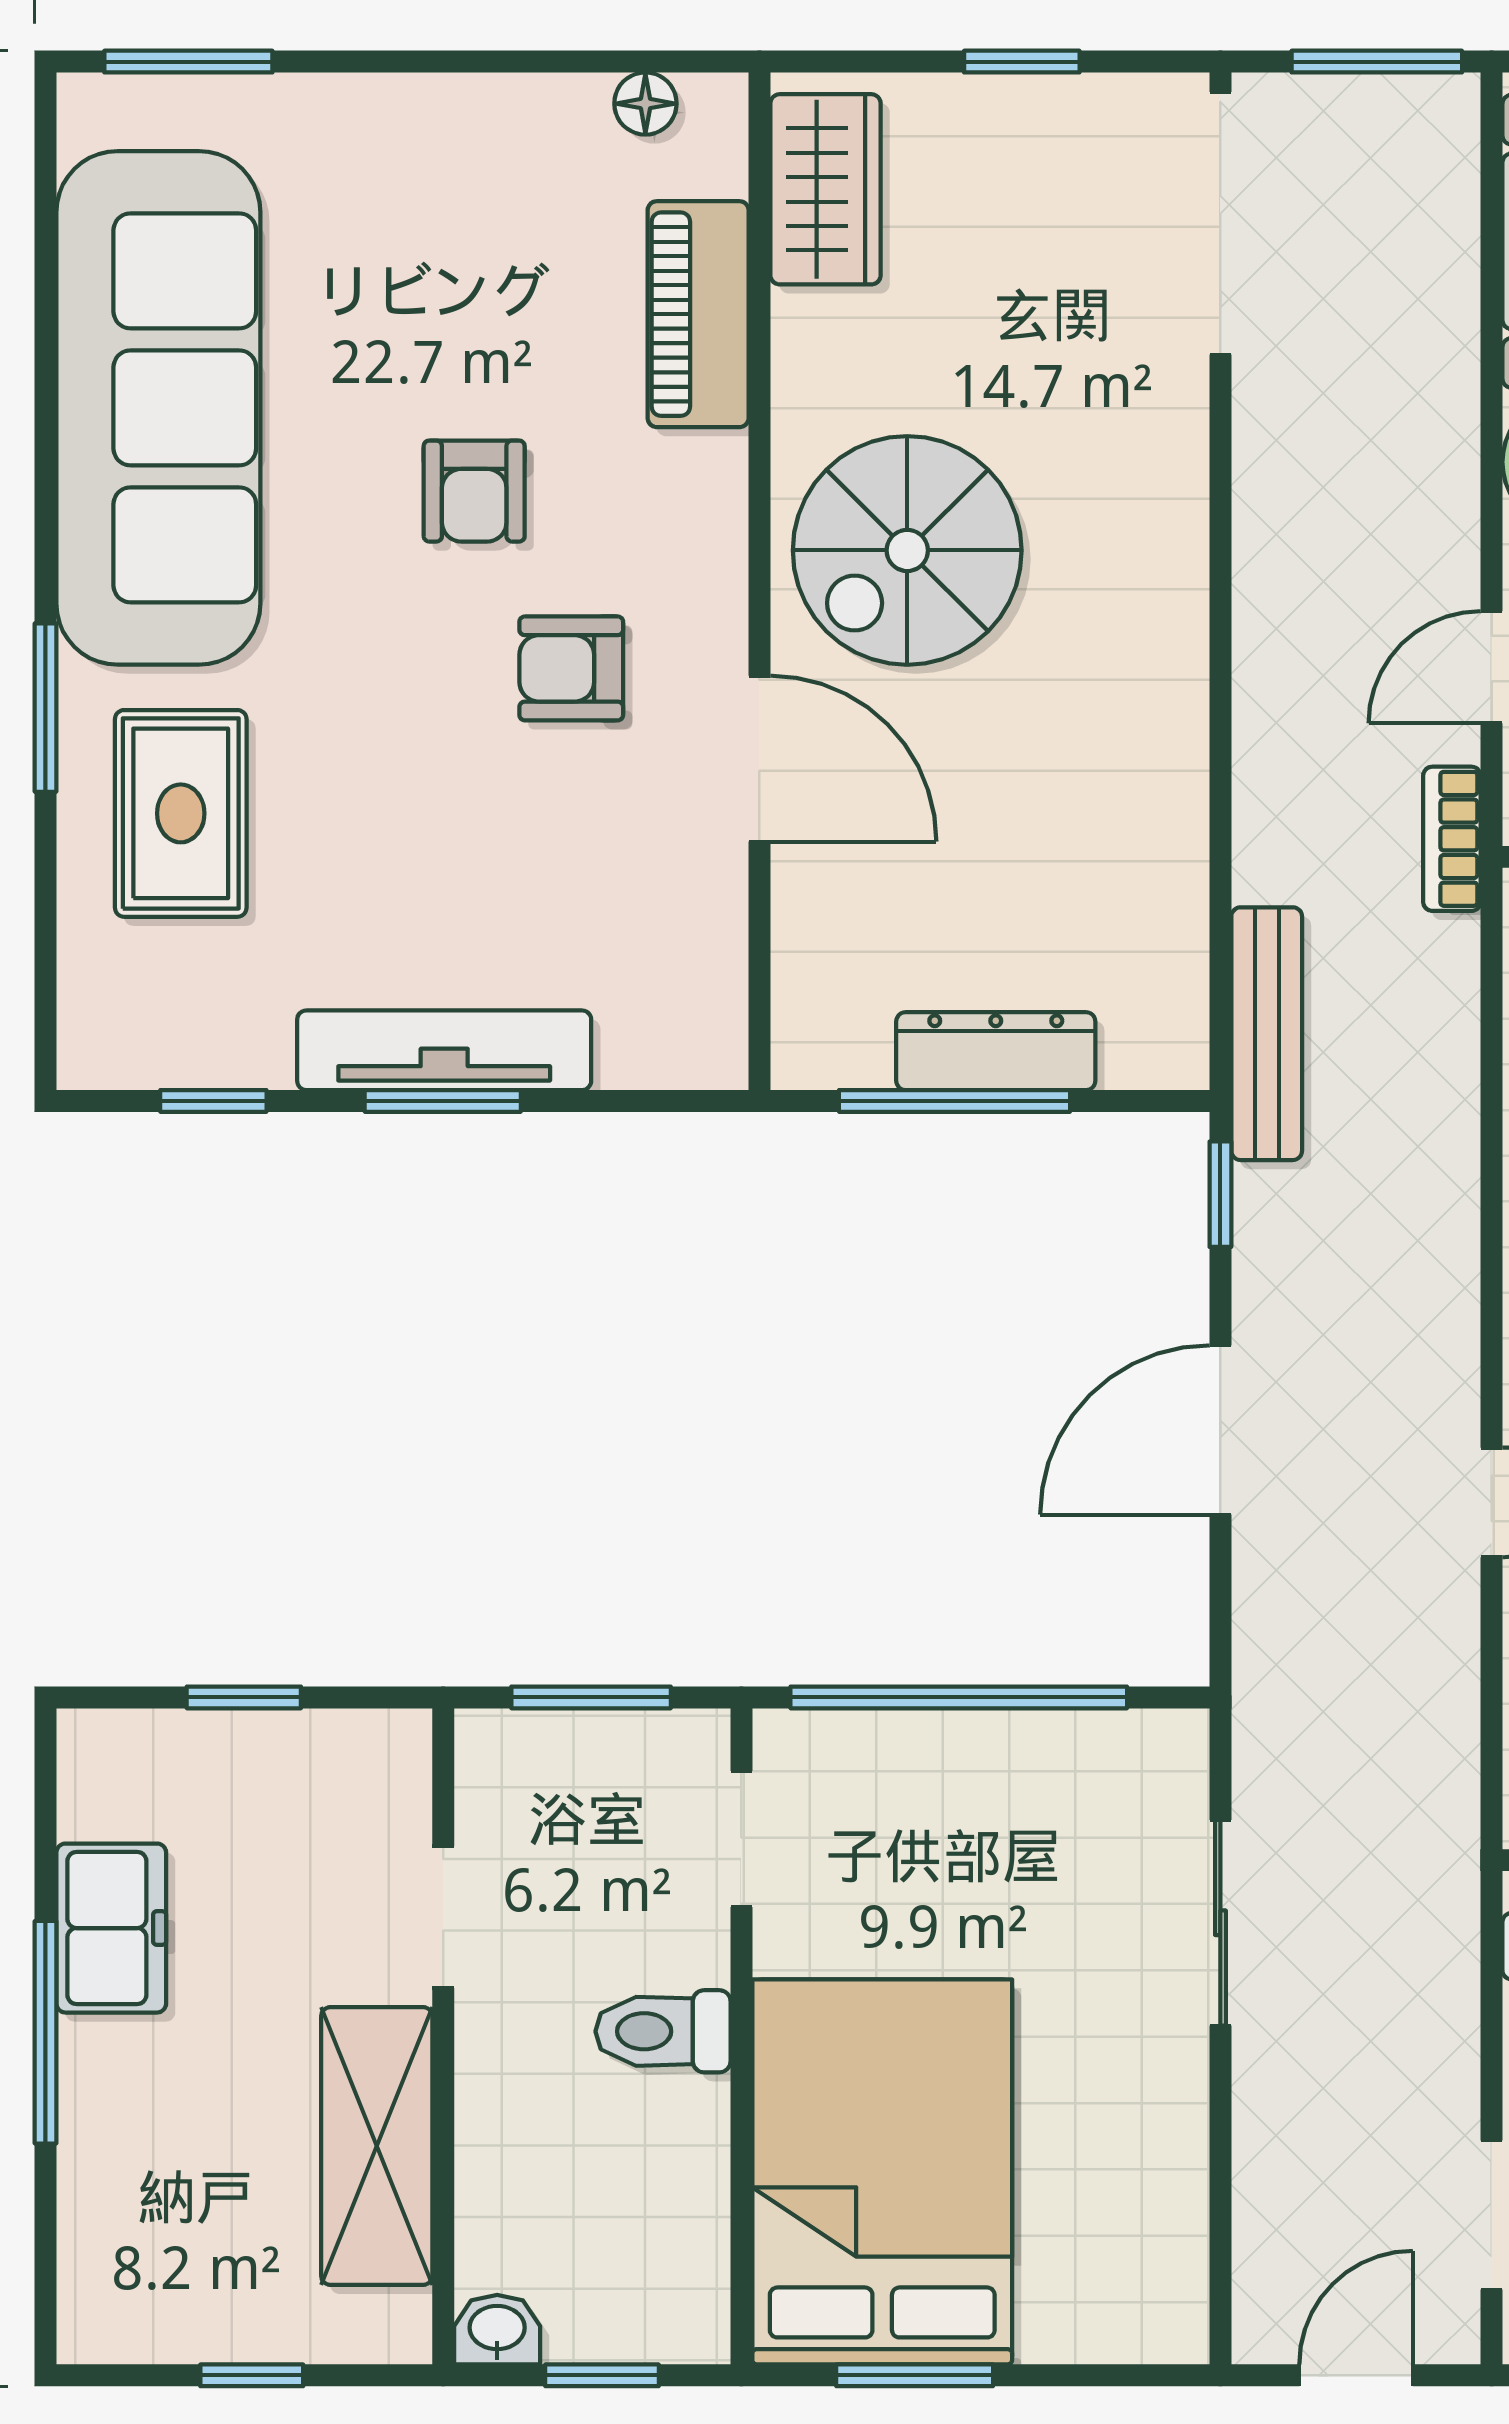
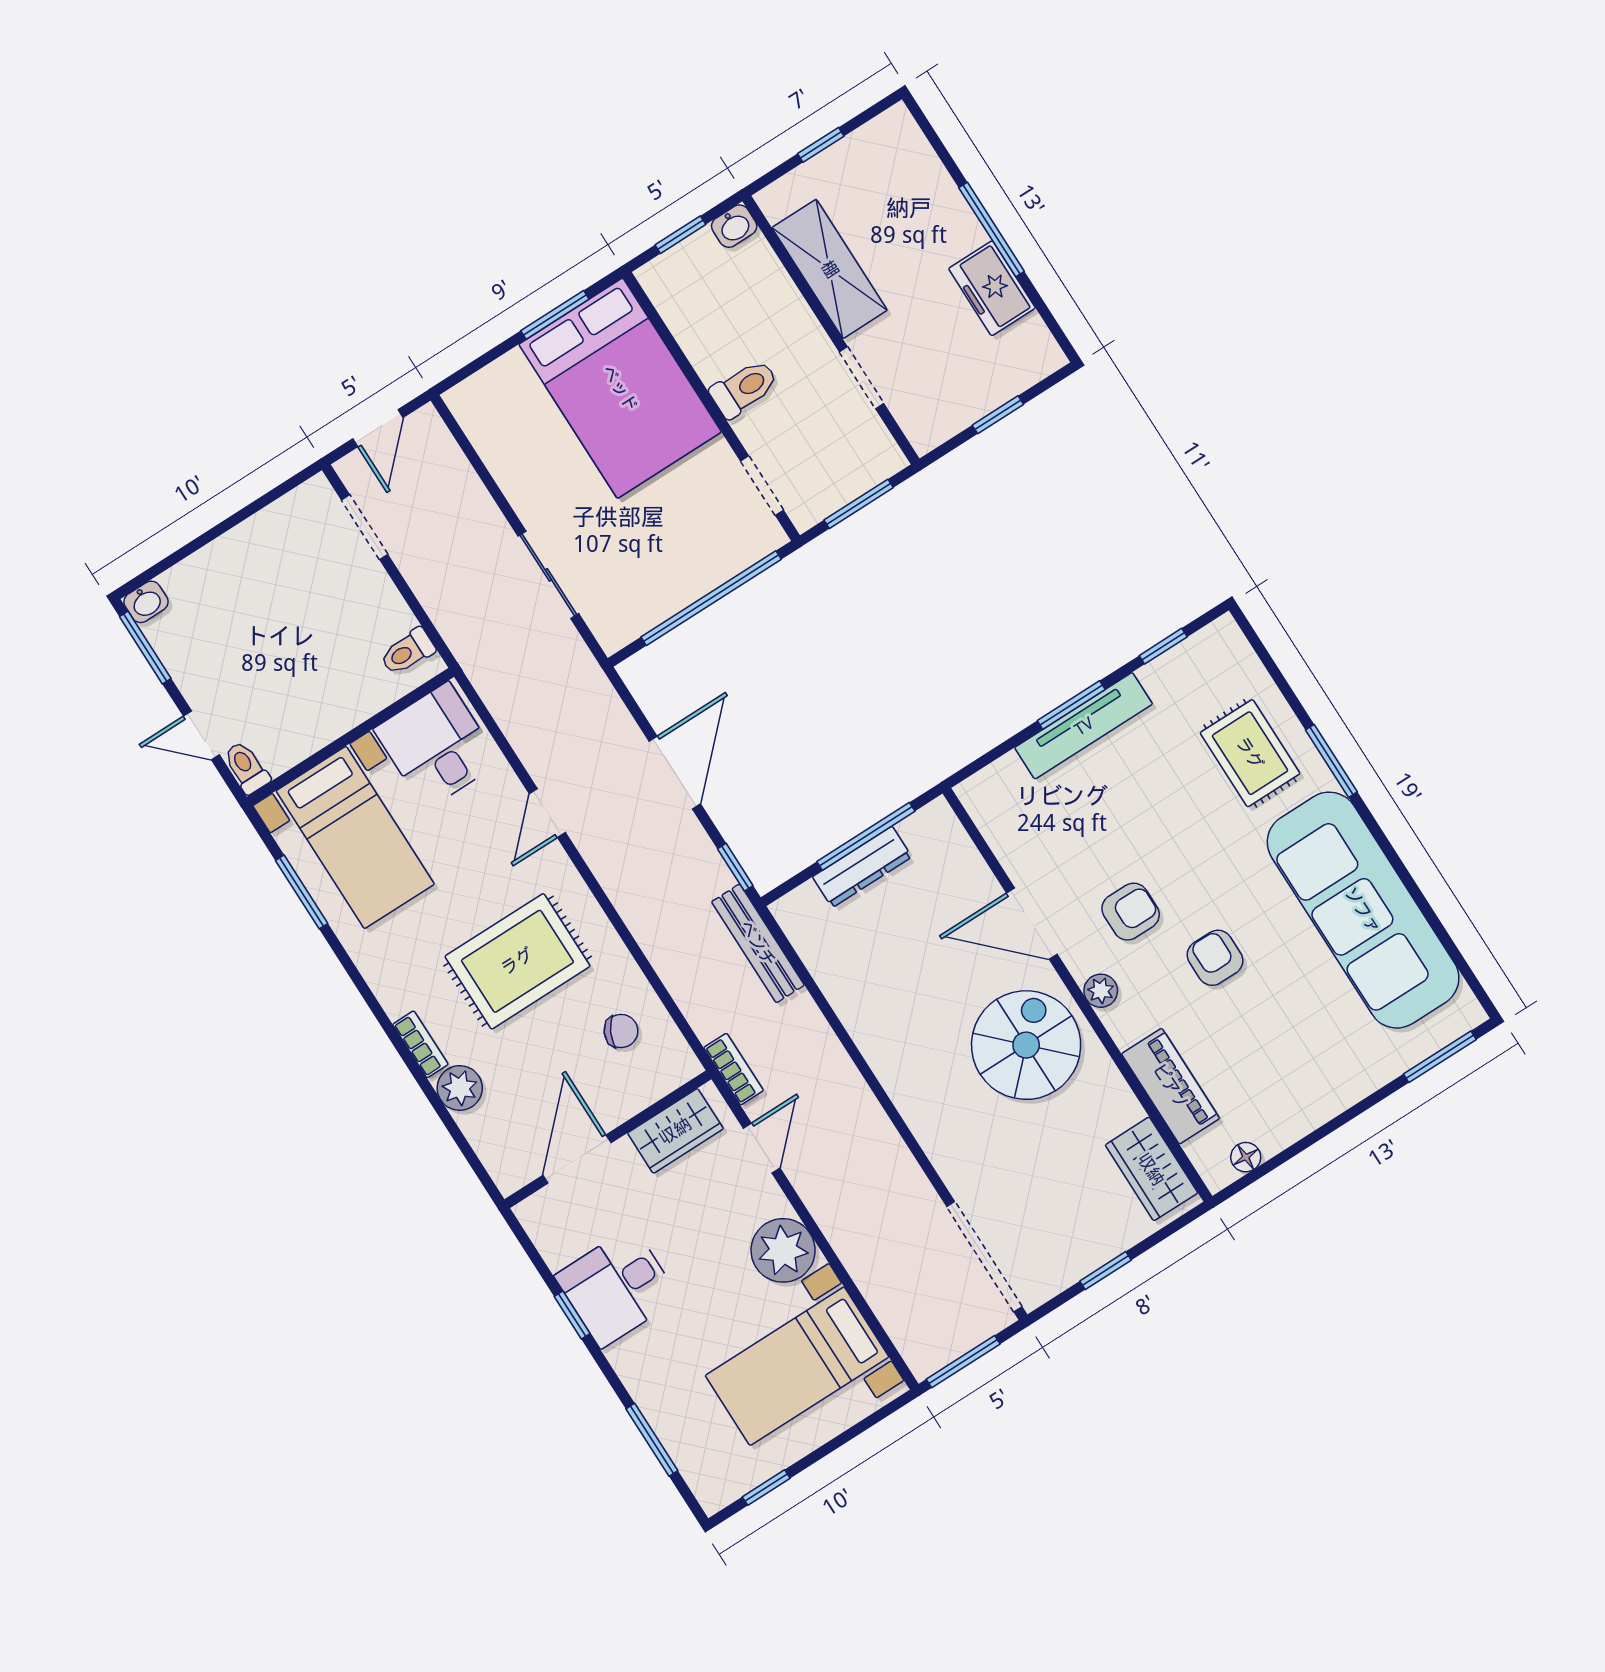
plant: (714, 562) -> (1101, 991), added

